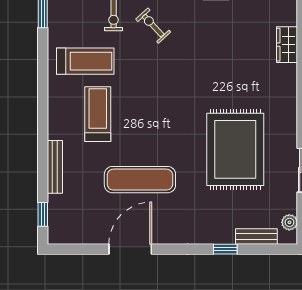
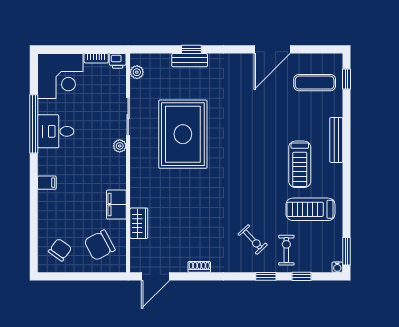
bench: (55, 167) -> (336, 140), moved
exercise mat: (140, 180) -> (315, 83), moved, width x0.73, depth x0.69
bench: (256, 237) -> (190, 60), moved

